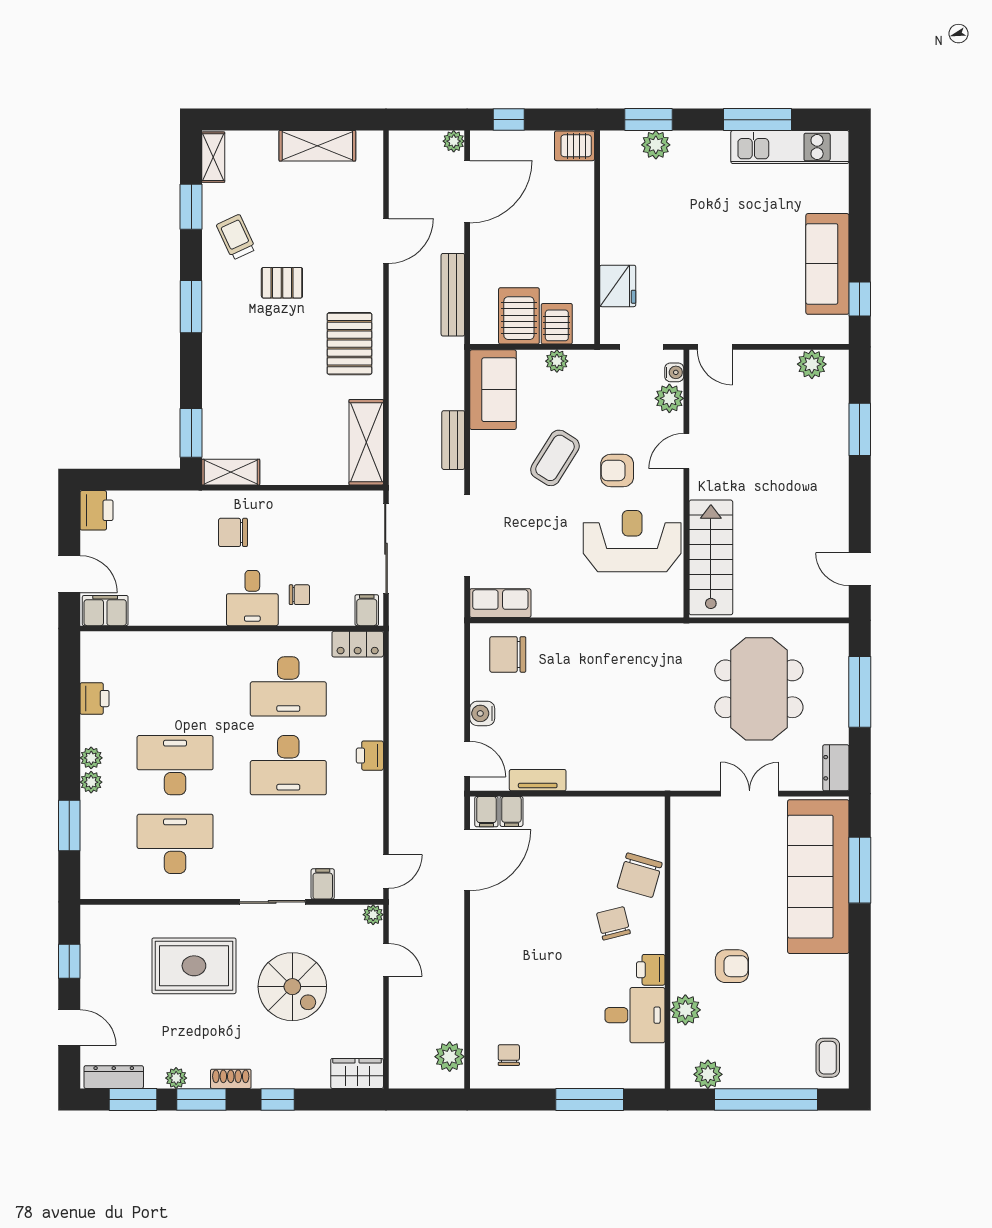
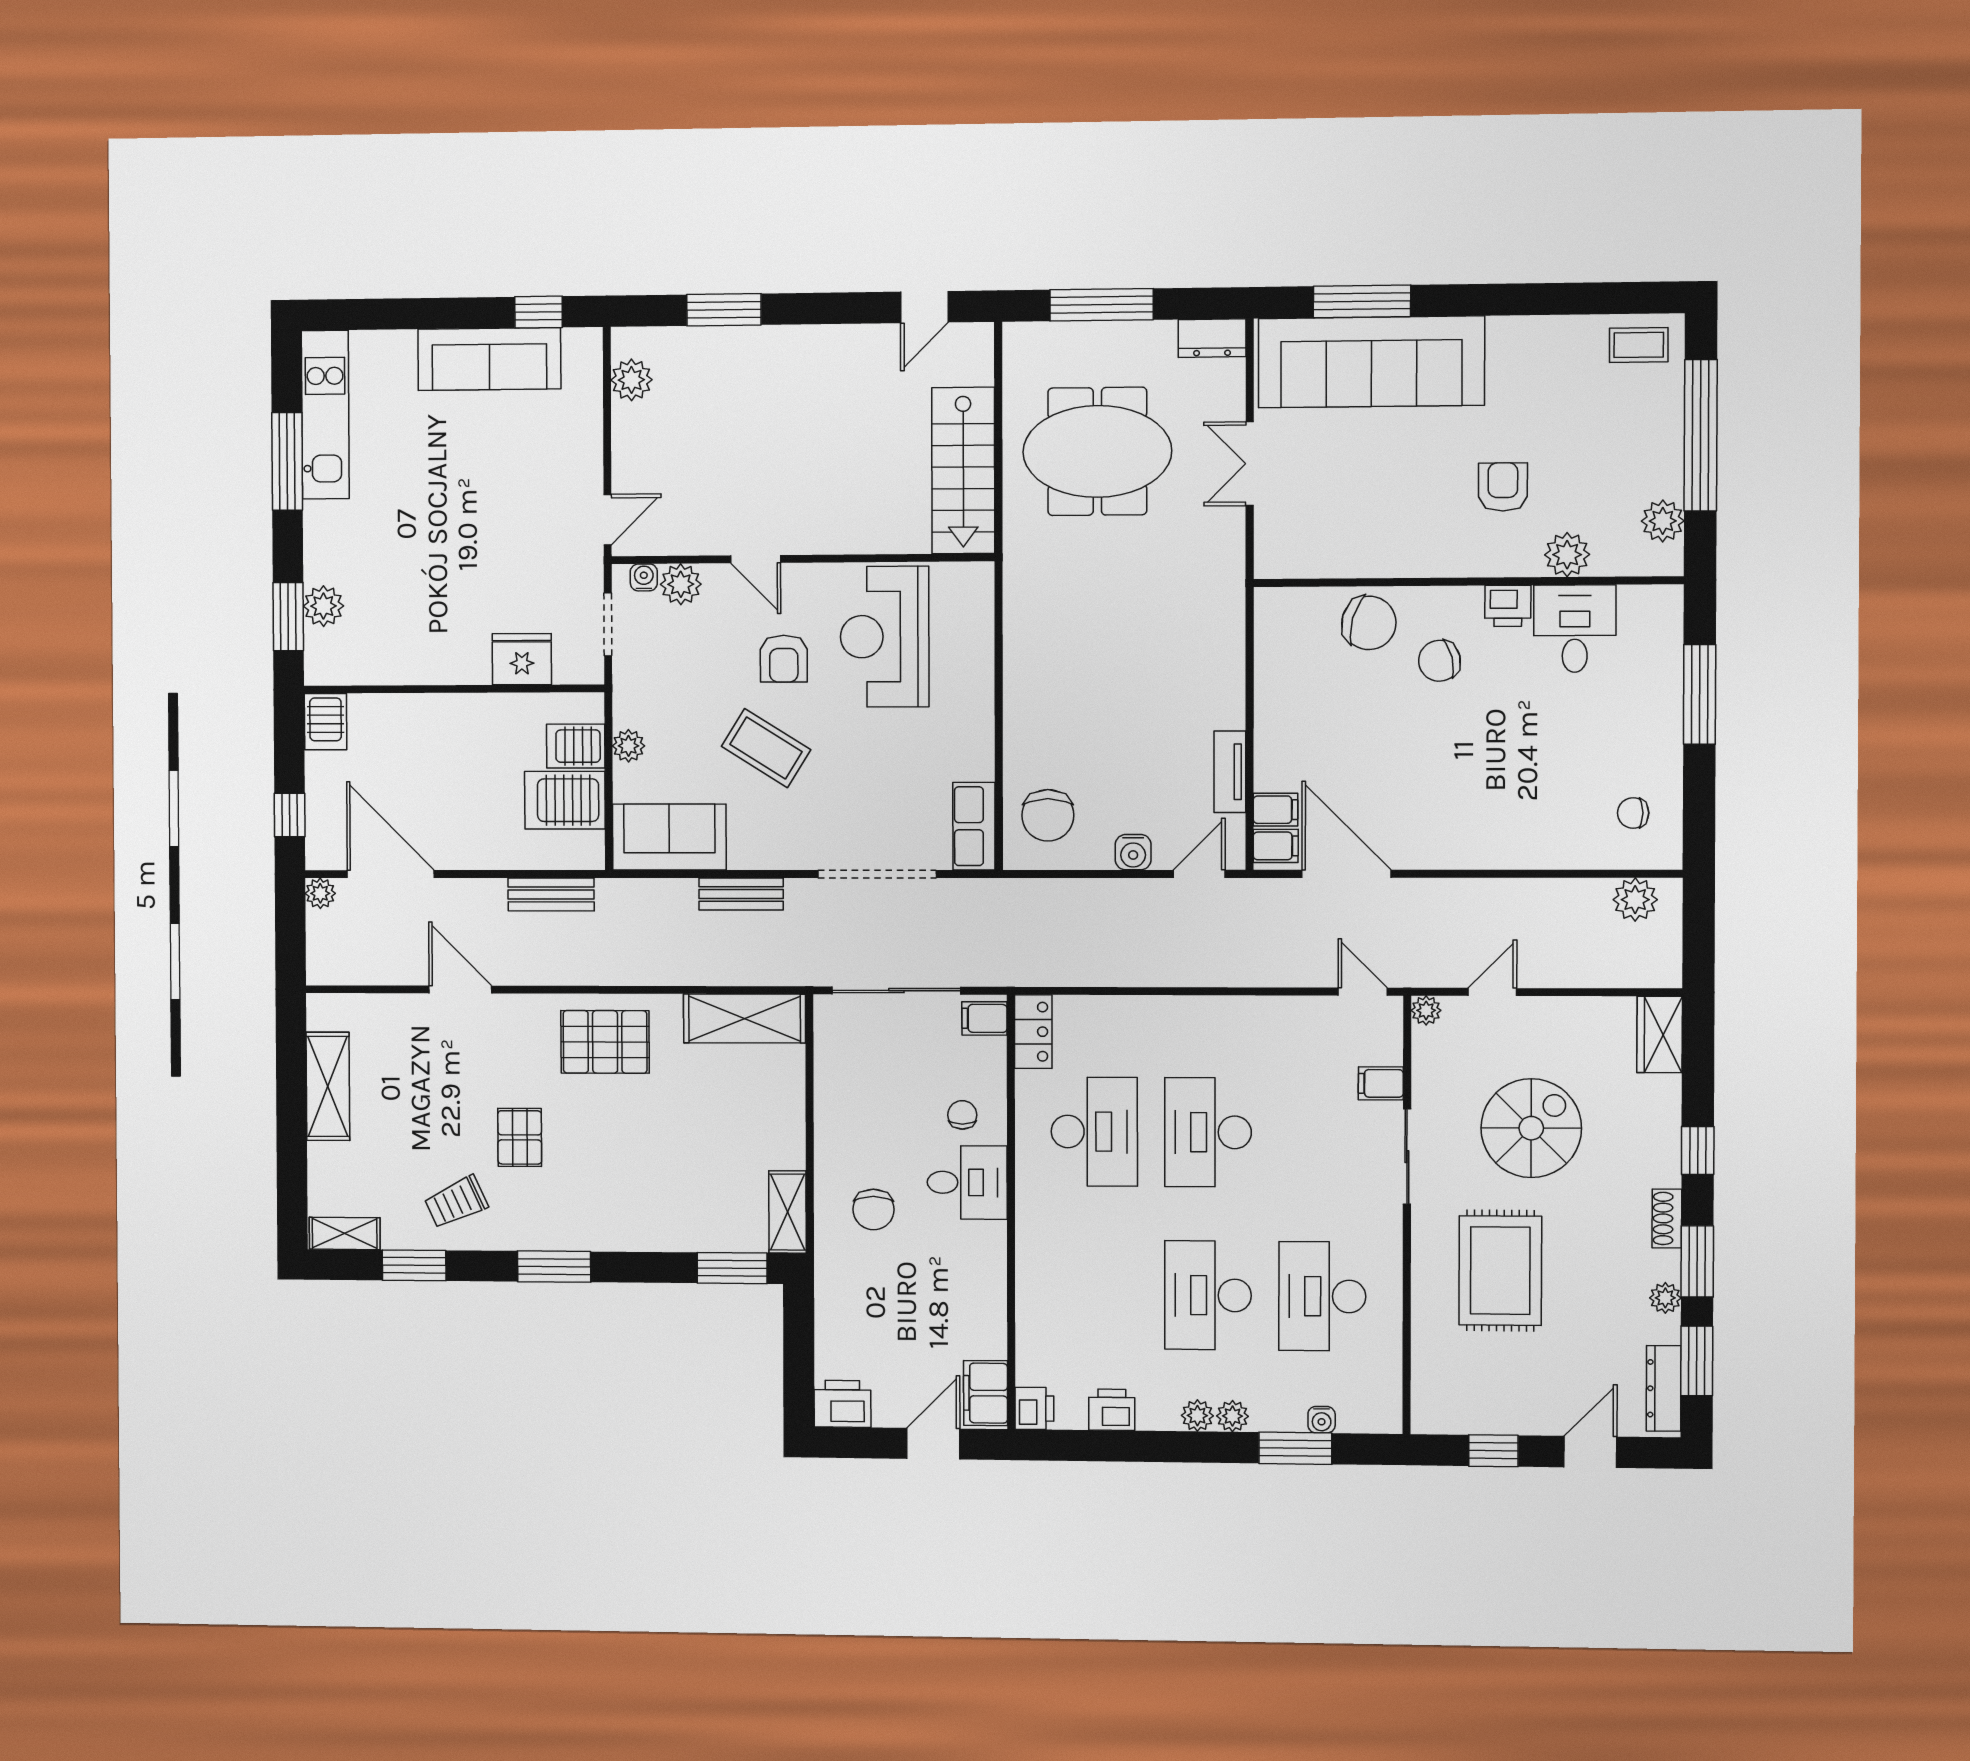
bench: (453, 295) -> (551, 894), width x0.73
stairs: (711, 557) -> (963, 470), moved, turned -90
printer: (370, 756) -> (1034, 1408), moved, turned -90
desk: (288, 765) -> (1208, 1132), turned 180
water cooler: (89, 844) -> (1322, 1420), added

